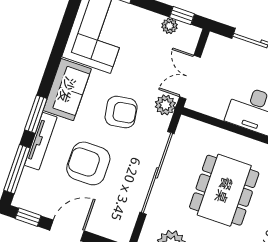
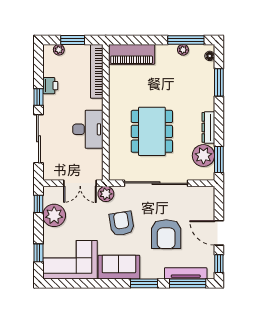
plant: (170, 26) -> (54, 215), width x1.87, depth x1.87
tv unit: (41, 141) -> (186, 273), moved
dining table: (224, 190) -> (152, 131), turned 90

